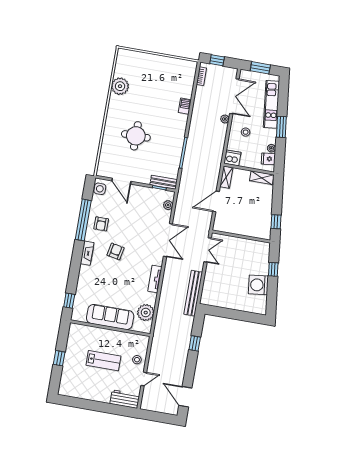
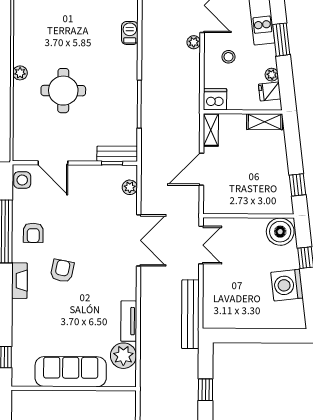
plant: (120, 86) -> (20, 73), moved, width x0.53, depth x0.53
boiler: (260, 250) -> (280, 232), added
tv unit: (155, 279) -> (129, 321), moved

